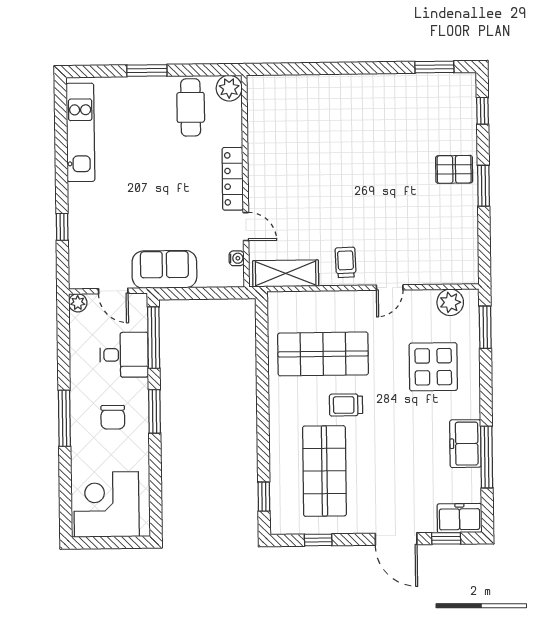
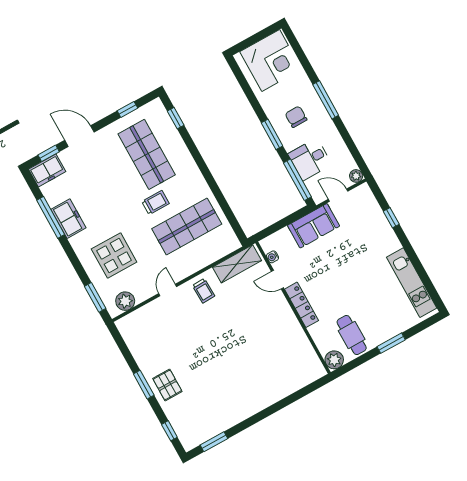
pallet: (454, 169) -> (167, 385), turned 90

